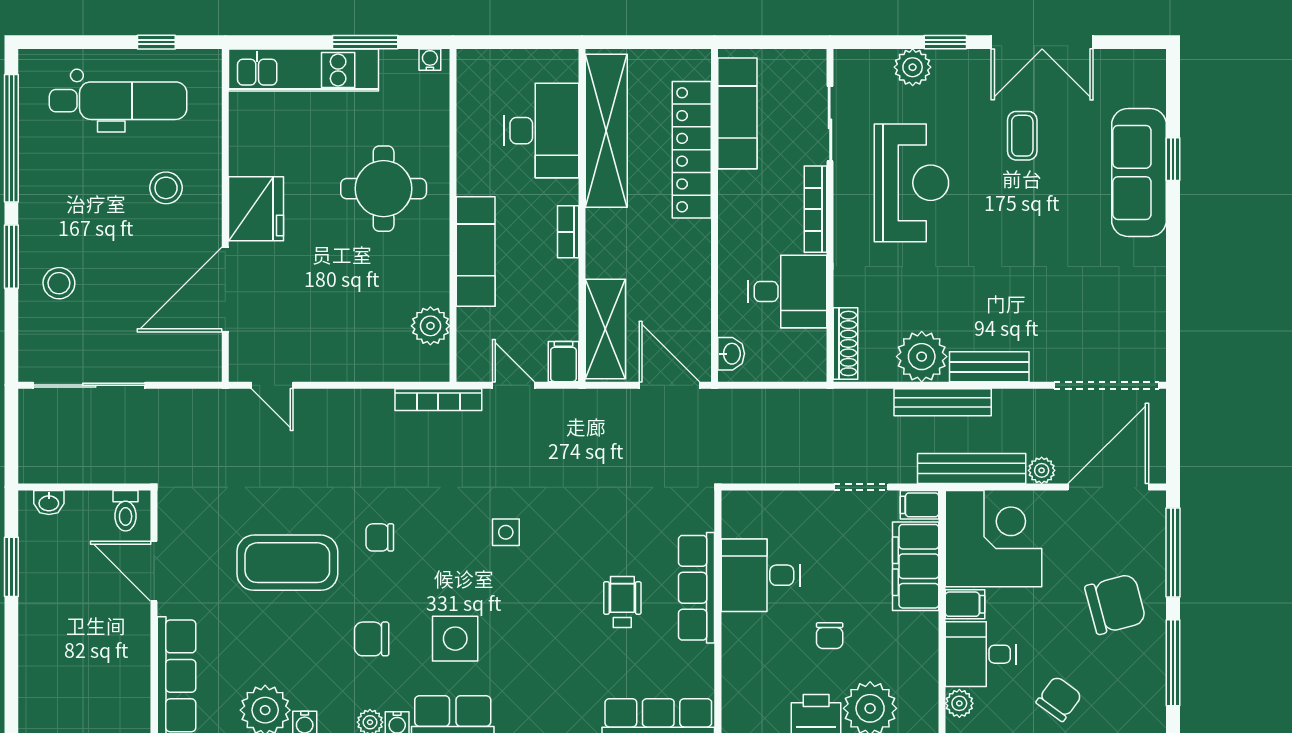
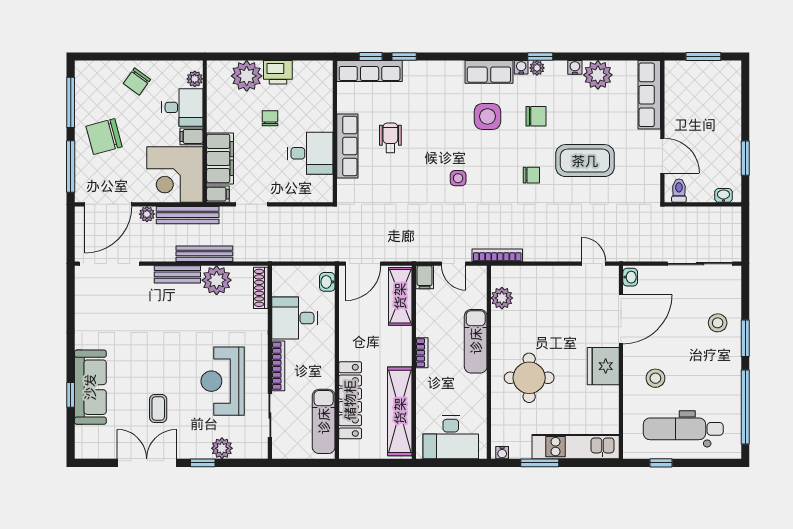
desk: (541, 131) -> (451, 437), moved, turned -90
washbasin: (209, 362) -> (630, 277), added
door: (669, 385) -> (363, 264), hinge flipped
wheelchair: (622, 602) -> (390, 138), turned 180

